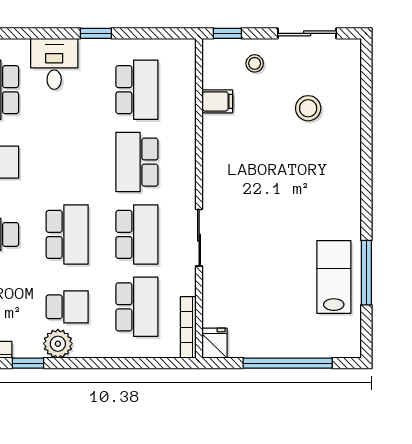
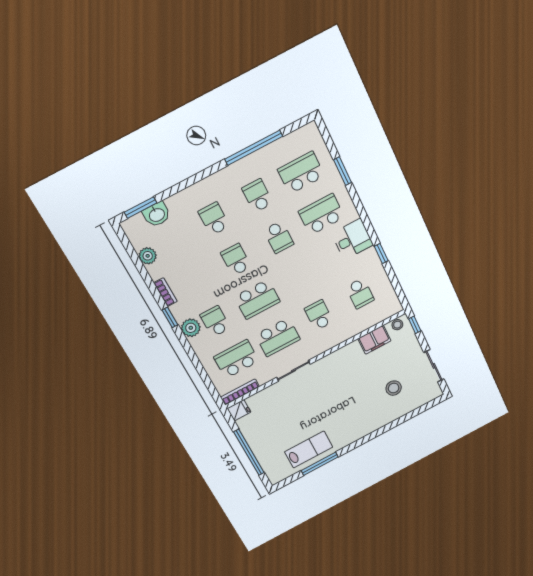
stool: (255, 63) -> (397, 325), moved
school desk: (137, 90) -> (360, 293), width x0.54
filing cabinet: (217, 101) -> (374, 340), width x2.00
school desk: (137, 162) -> (319, 315), width x0.54
school desk: (67, 307) -> (215, 322), turned 180
school desk: (137, 307) -> (236, 359), turned 180

